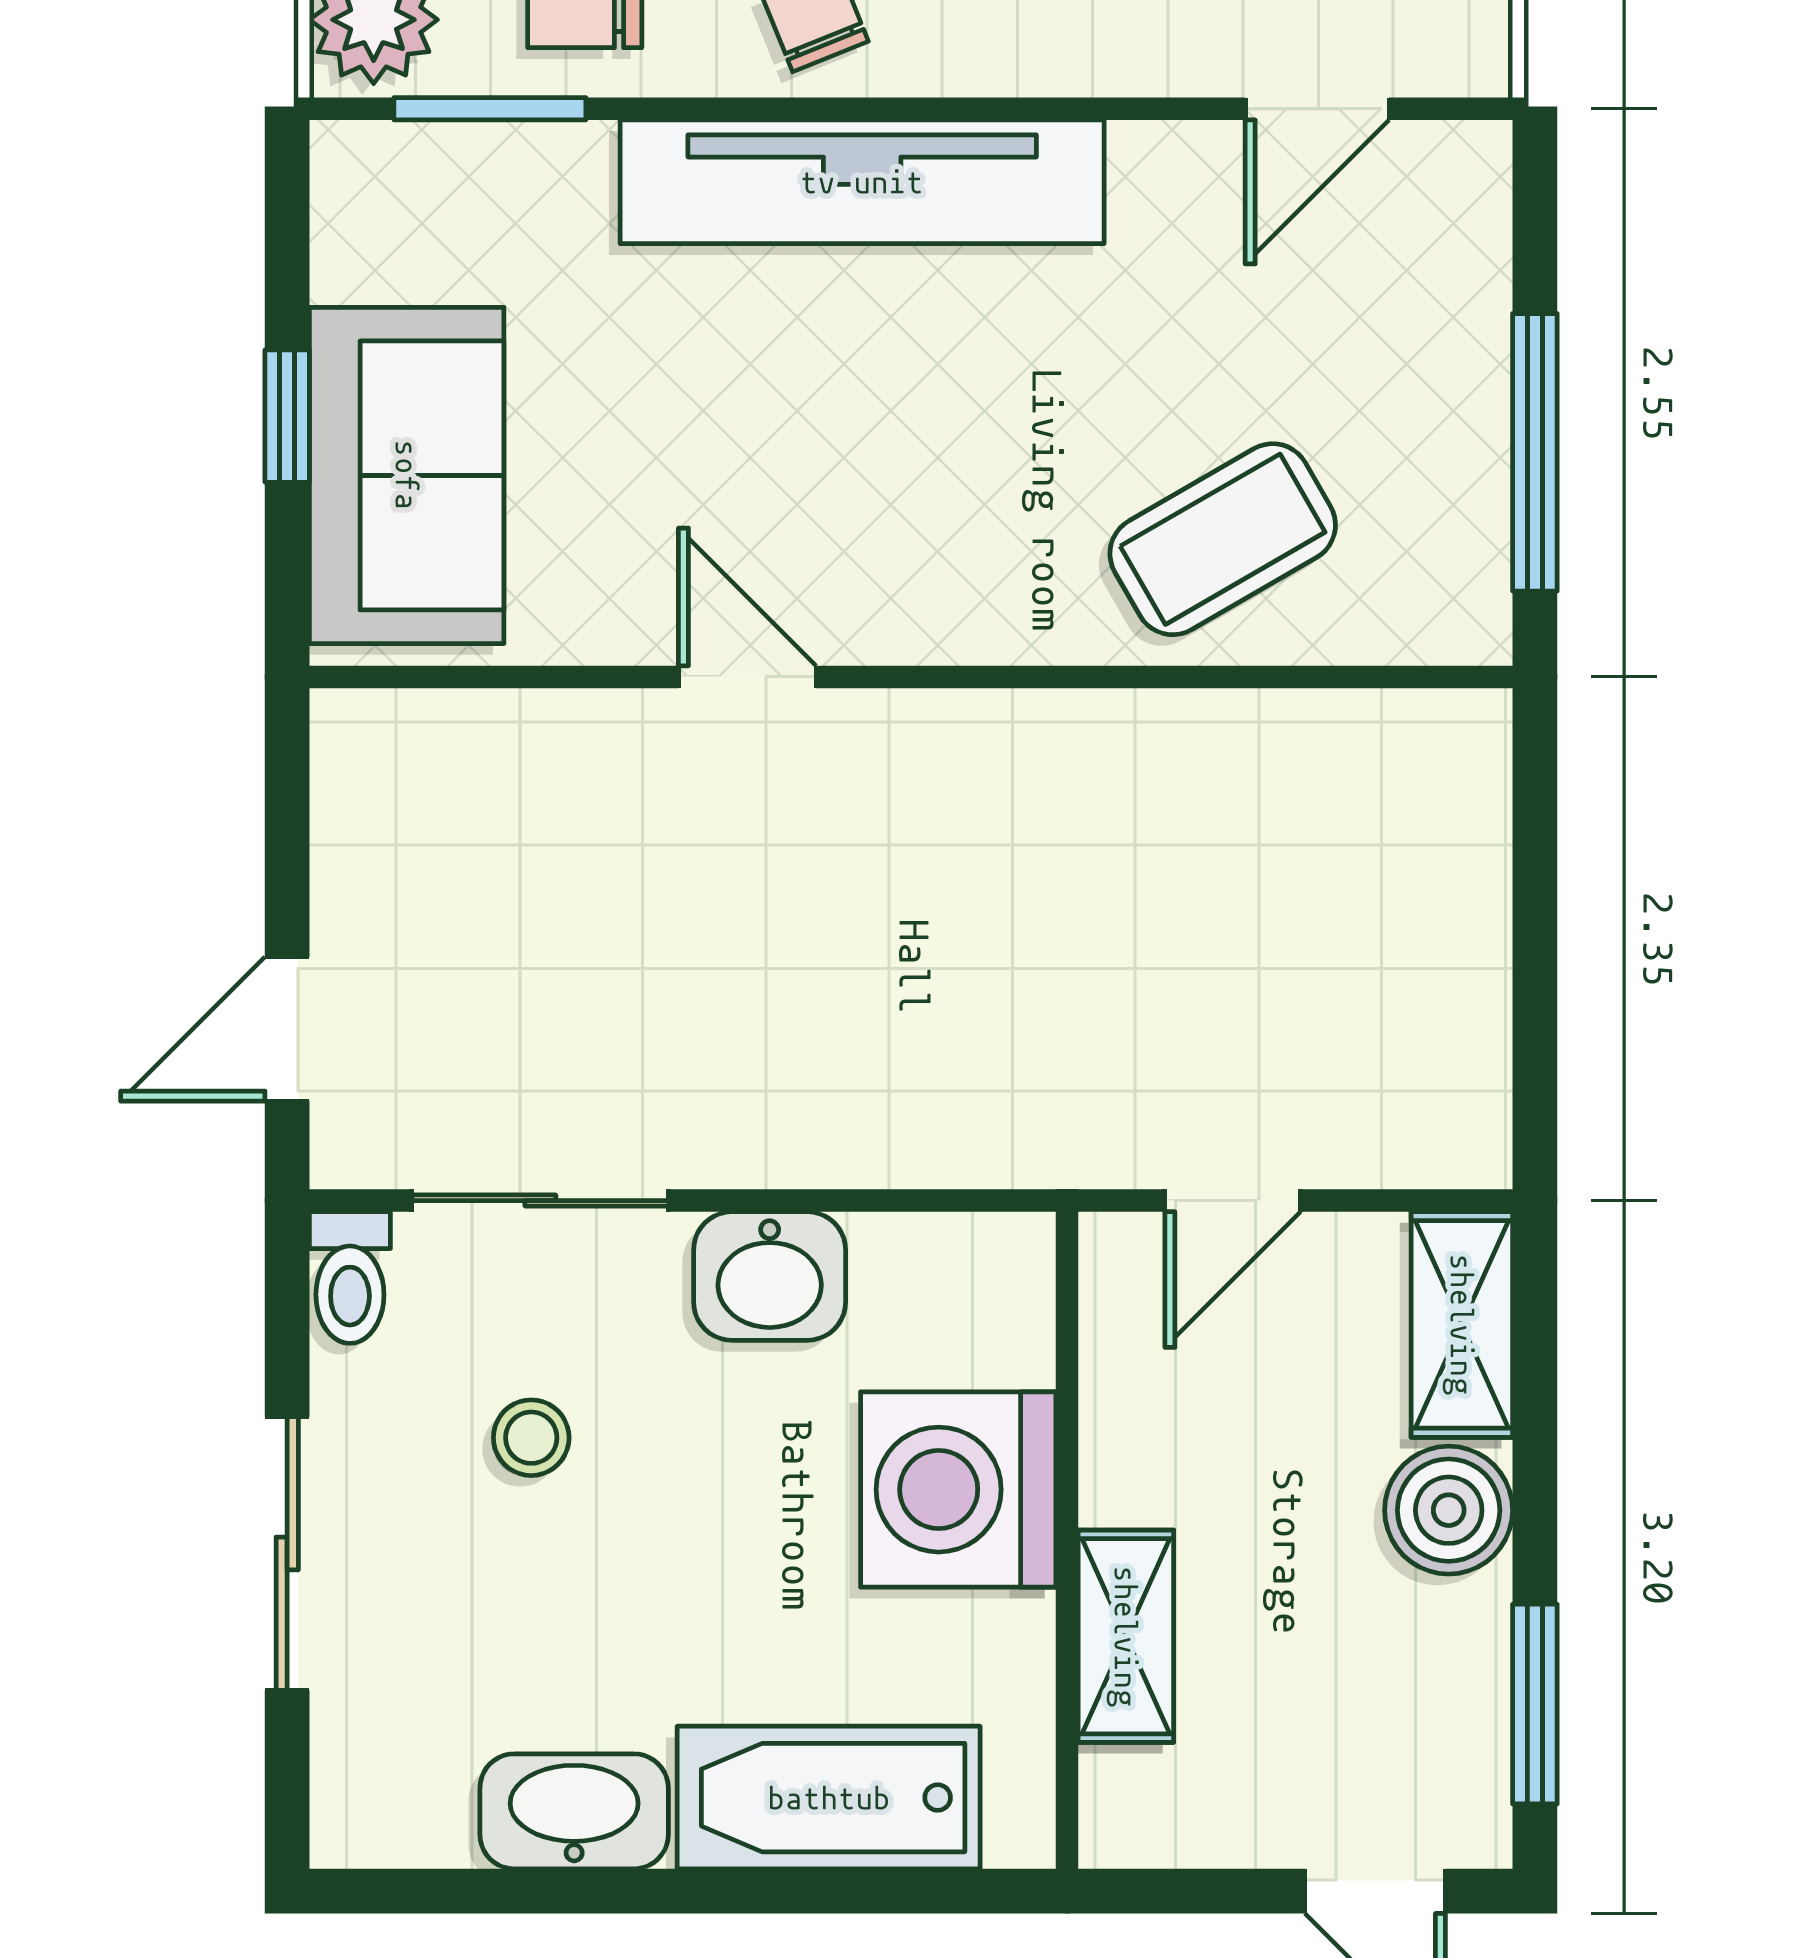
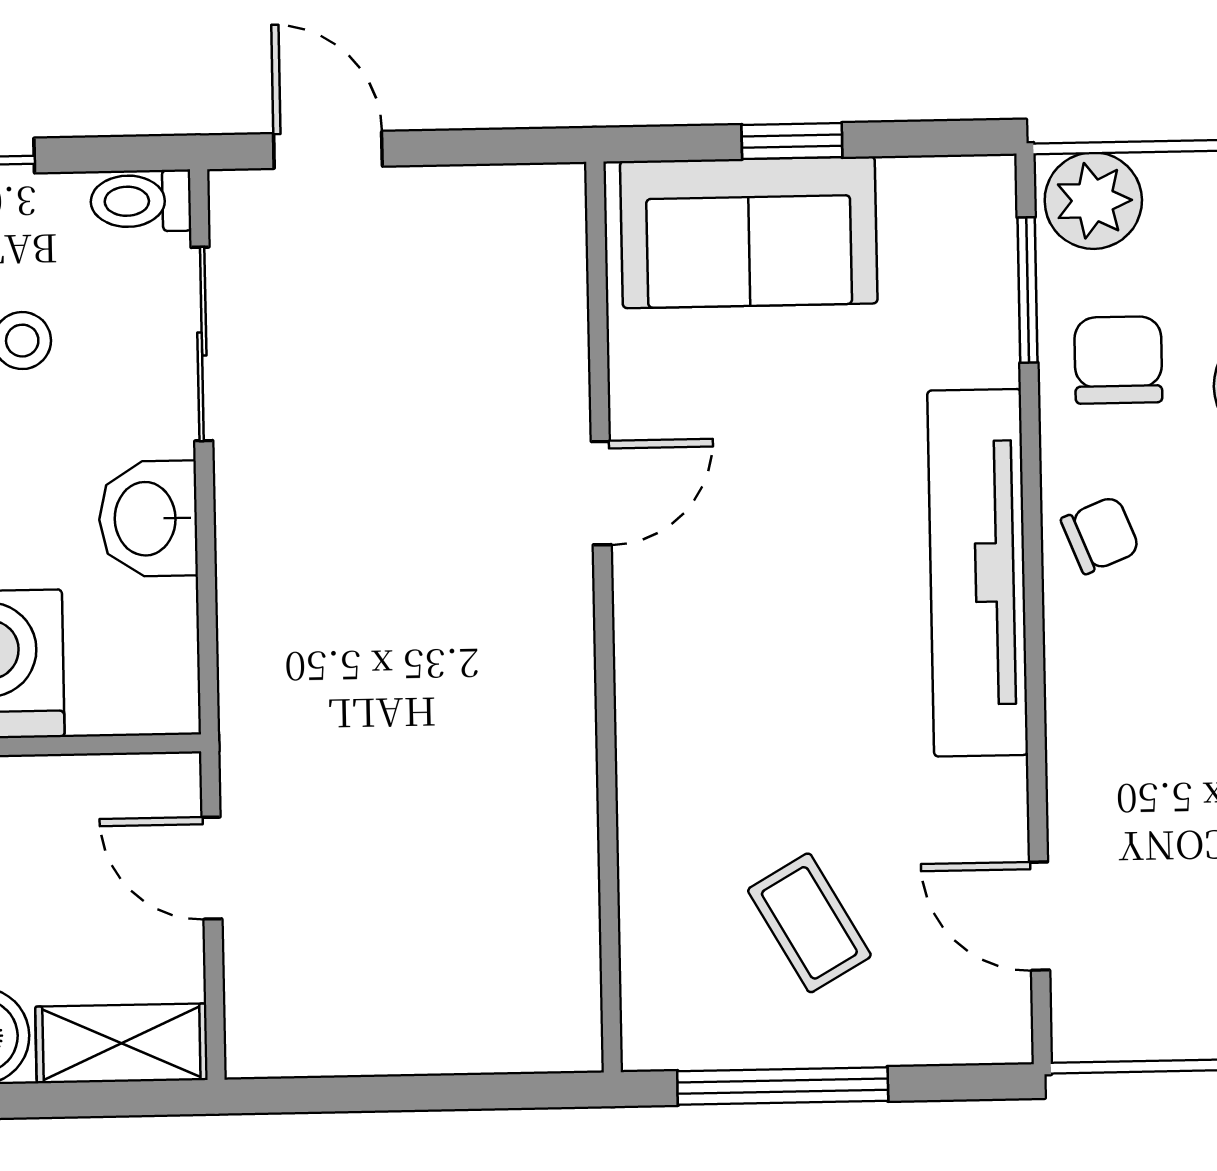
coffee table: (1223, 539) -> (809, 923), moved, width x0.73, depth x0.77

